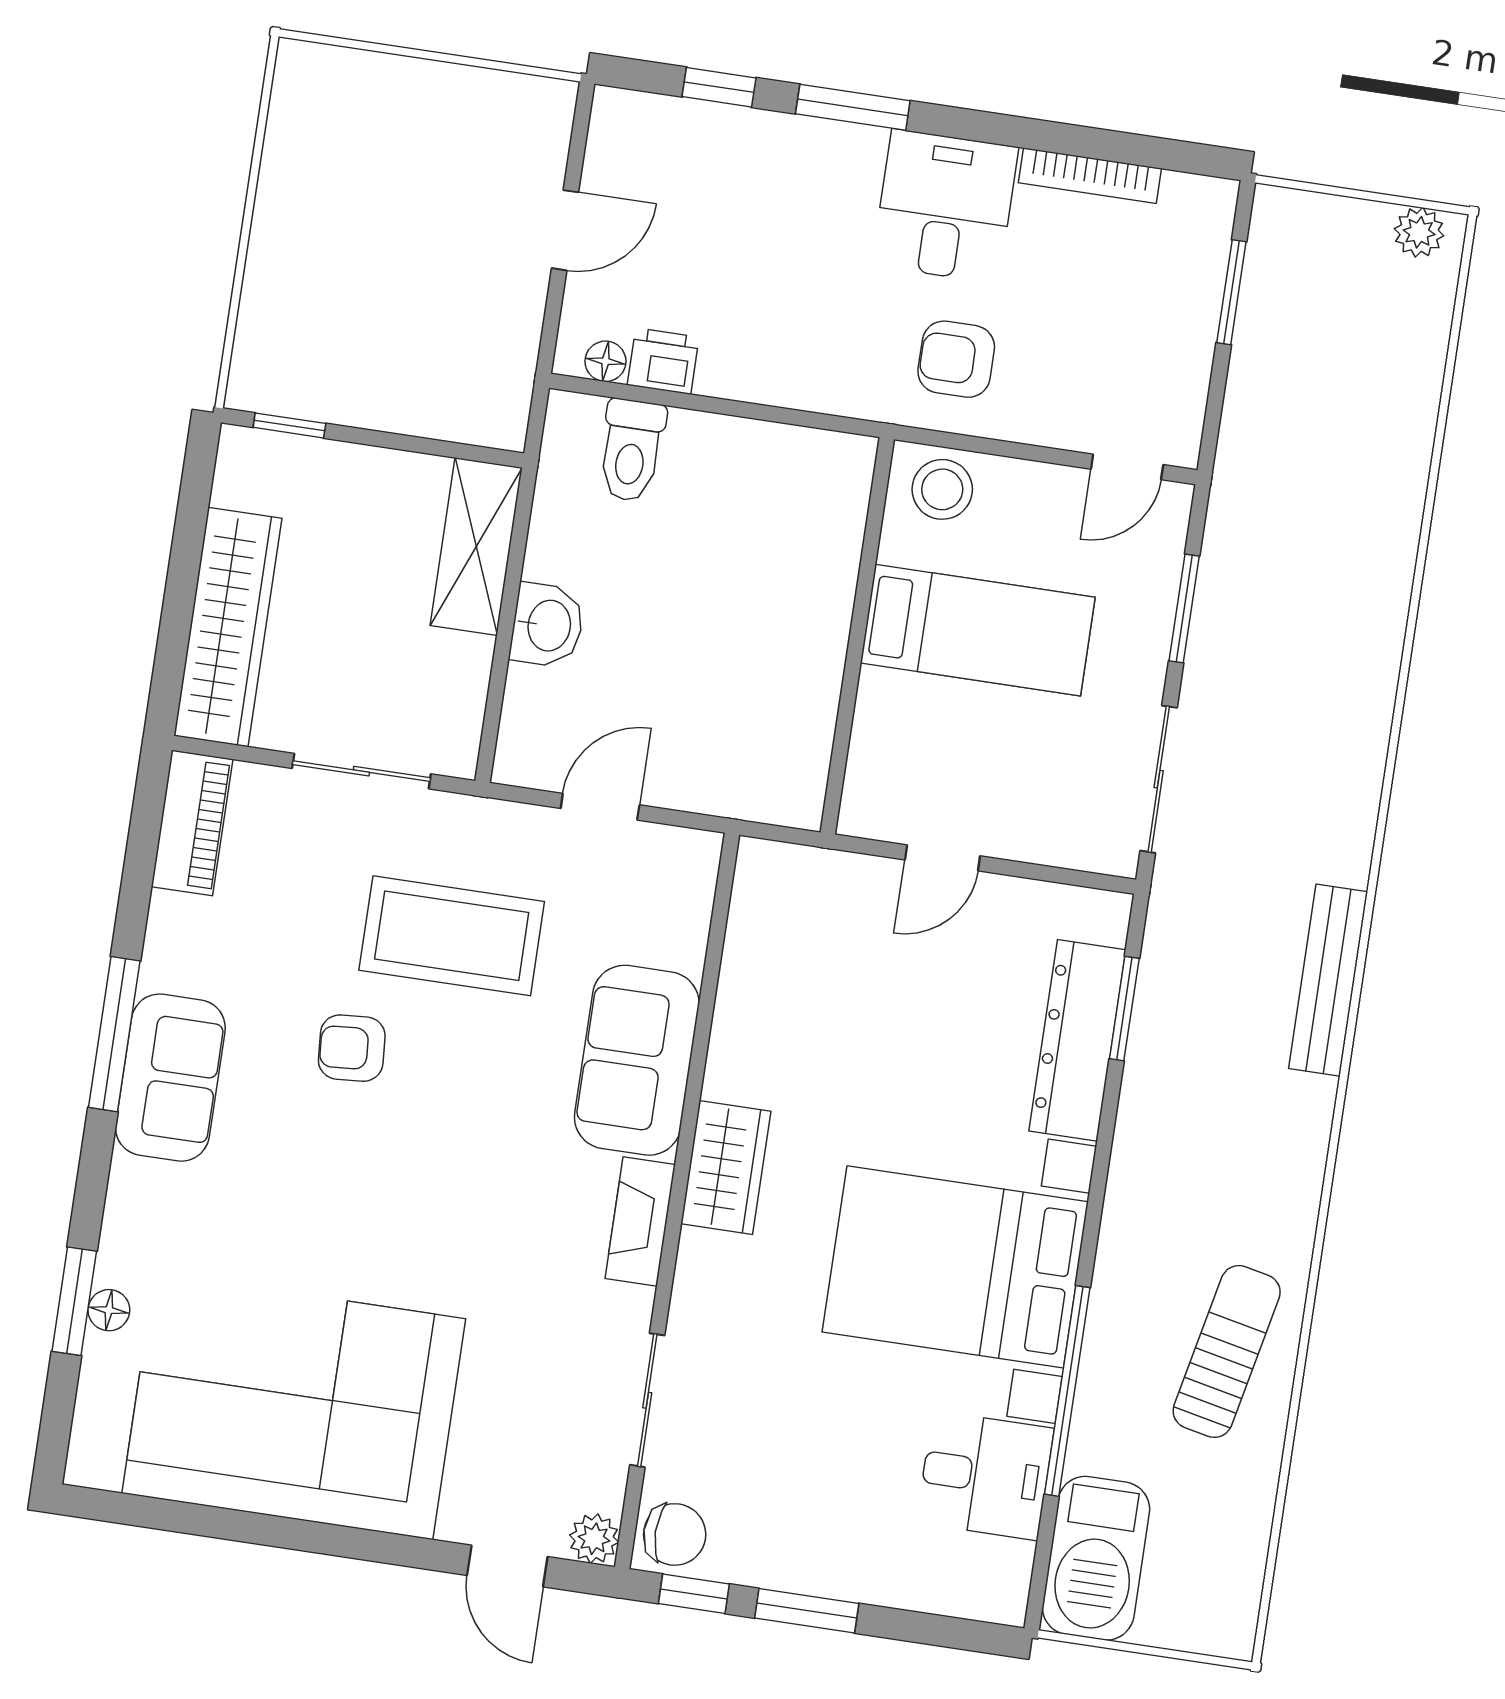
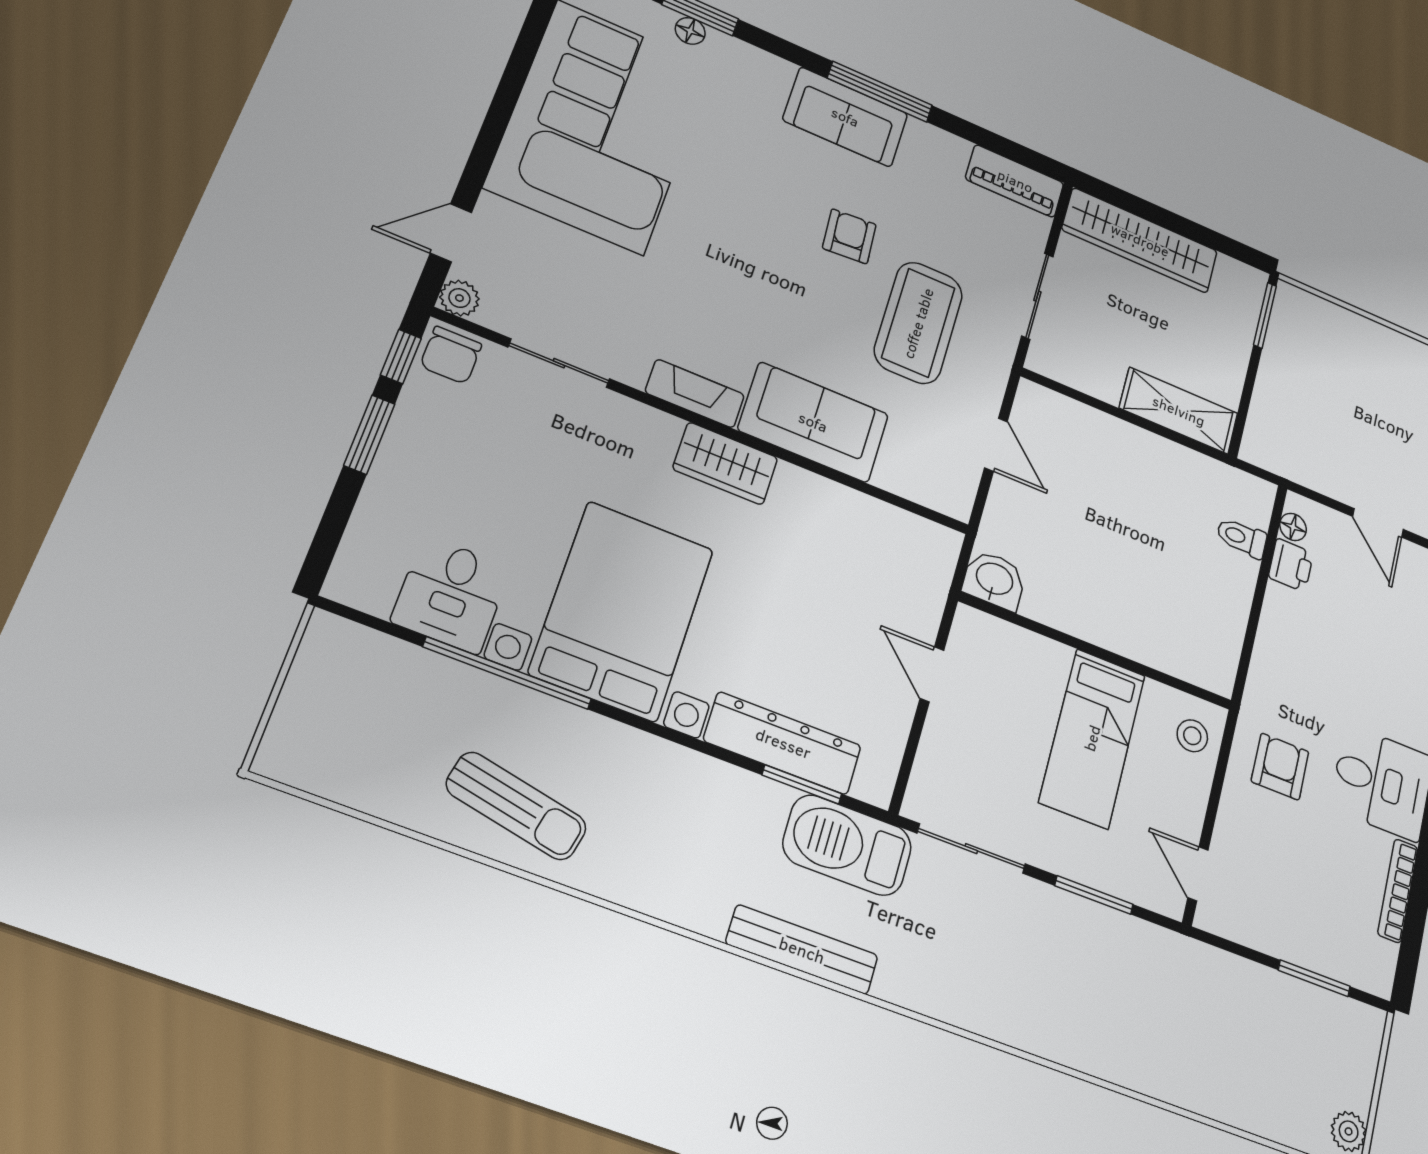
window: (289, 425) -> (1265, 315), width x1.50
toilet: (631, 450) -> (1242, 538), width x0.73, depth x0.72
stool: (942, 489) -> (1192, 736), width x0.73, depth x0.73
washbasin: (547, 625) -> (994, 580), moved, turned 180
barbecue: (1096, 1558) -> (847, 845), moved

